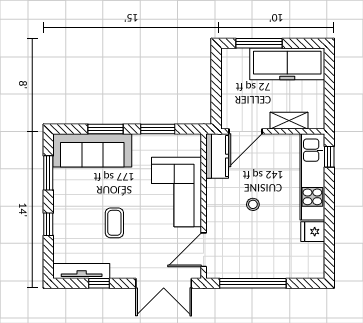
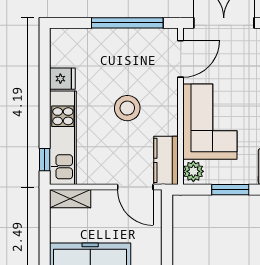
shelving: (289, 121) -> (70, 199), moved
door: (245, 131) -> (135, 187), swing flipped
plant: (192, 146) -> (193, 171), added
stool: (253, 204) -> (127, 108), width x1.89, depth x1.89

